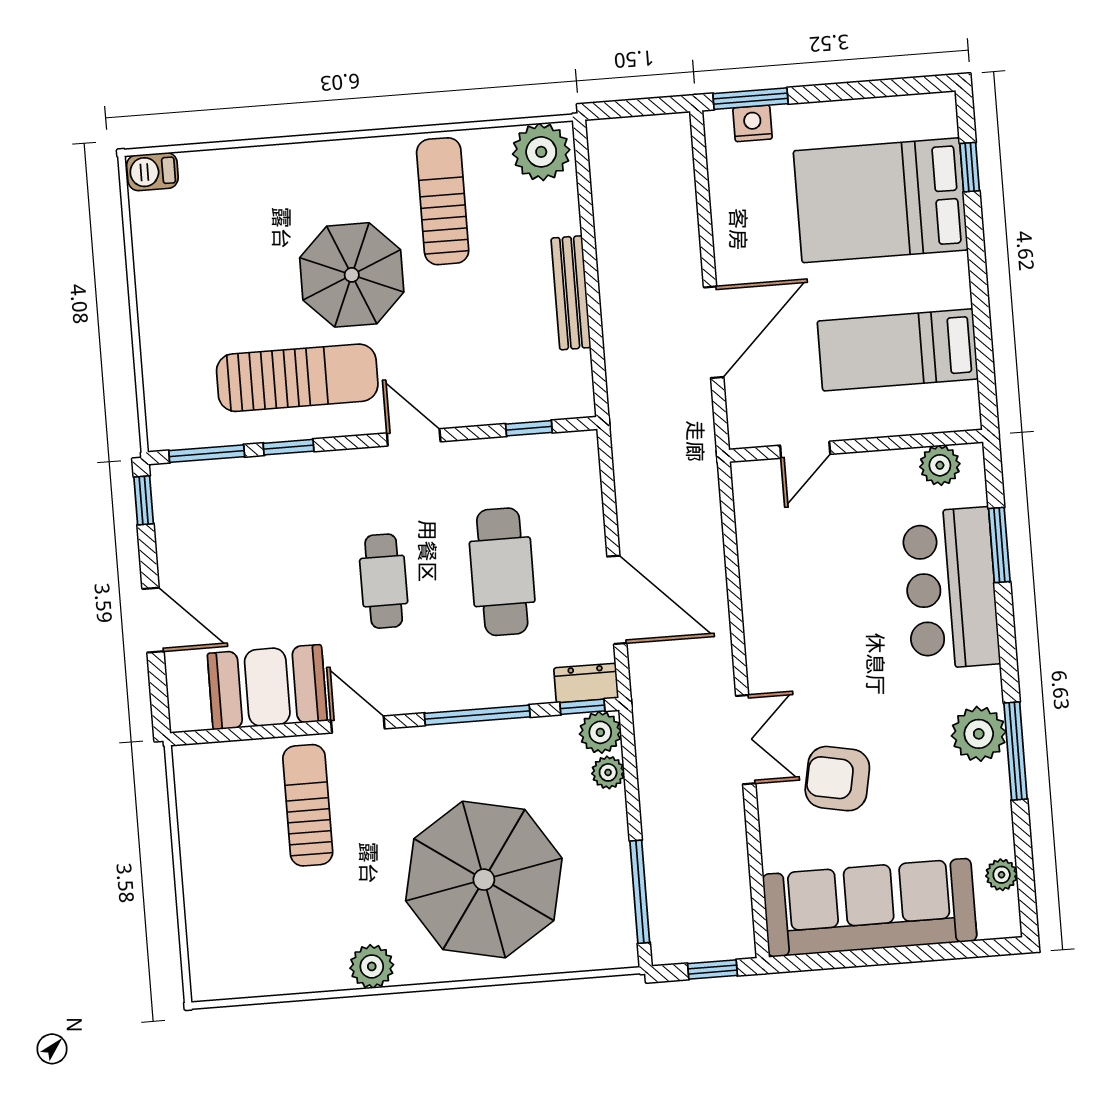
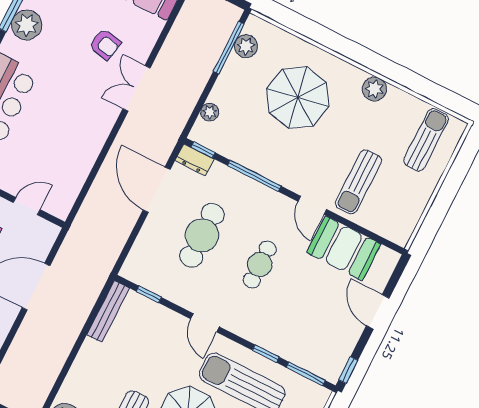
bench: (571, 293) -> (108, 311), moved
plant: (600, 732) -> (246, 46), moved
armchair: (837, 779) -> (105, 44), width x0.72, depth x0.72
parasol: (484, 880) -> (298, 98), width x0.73, depth x0.73
sun lounger: (242, 936) -> (426, 140), added

